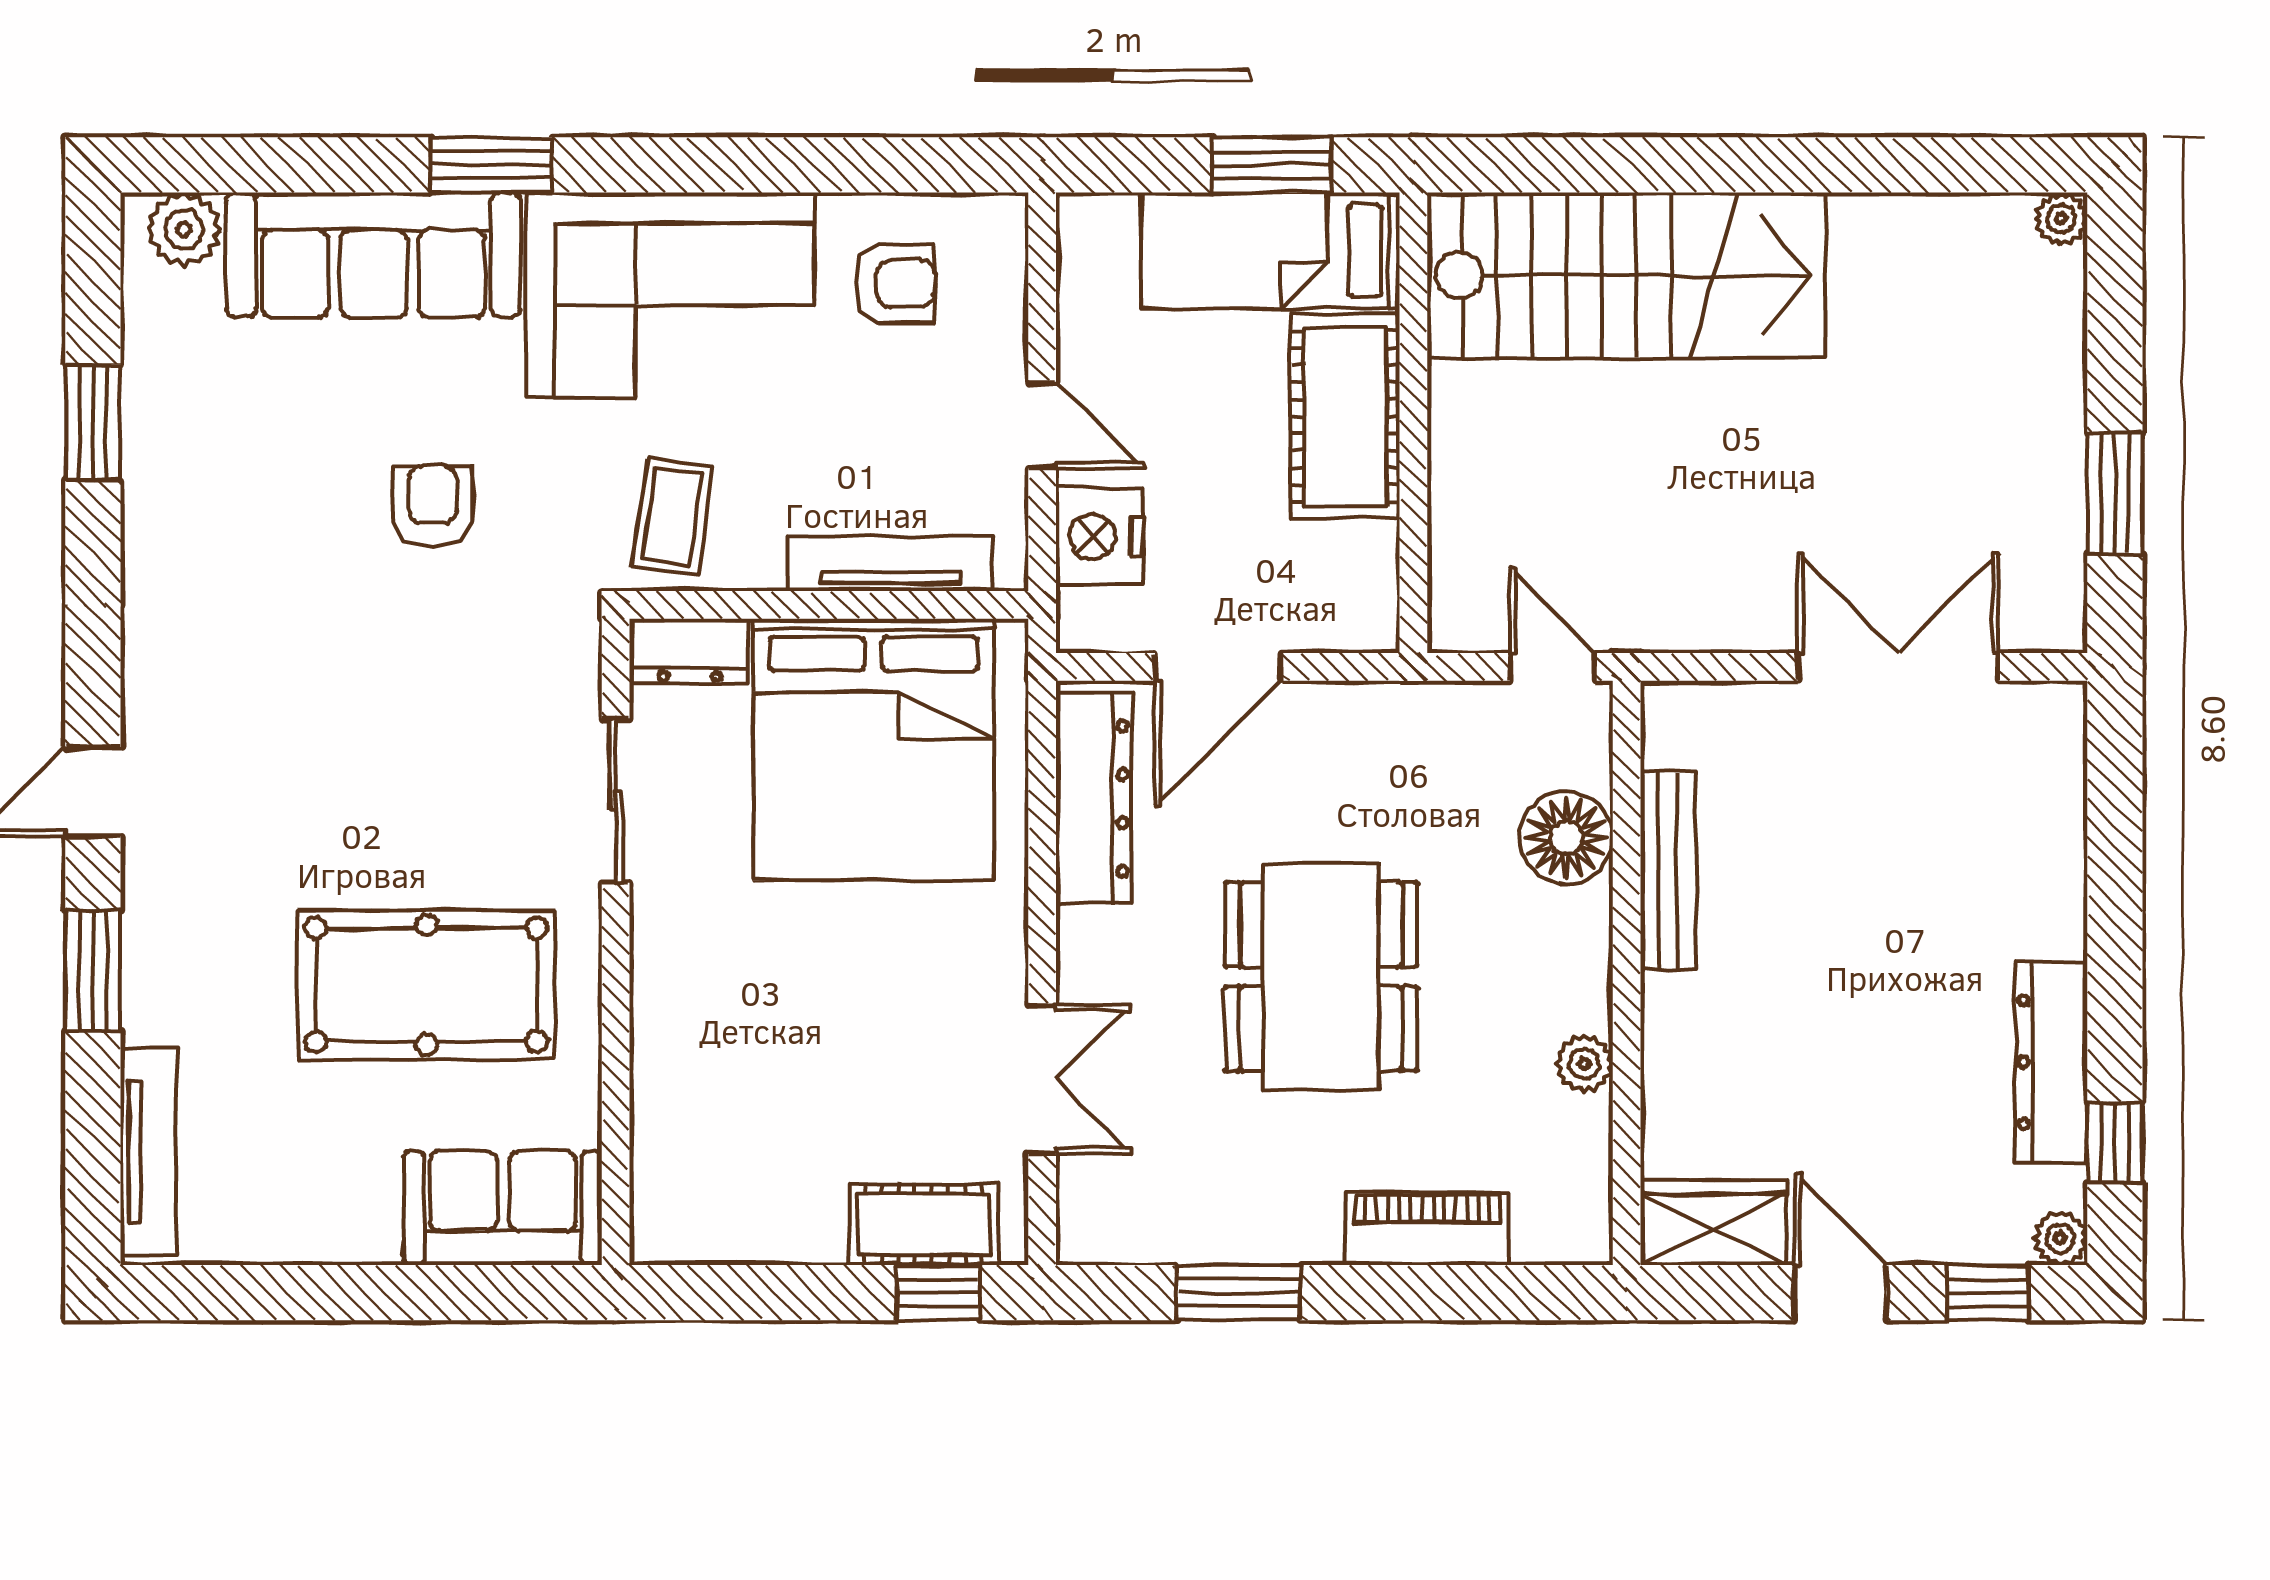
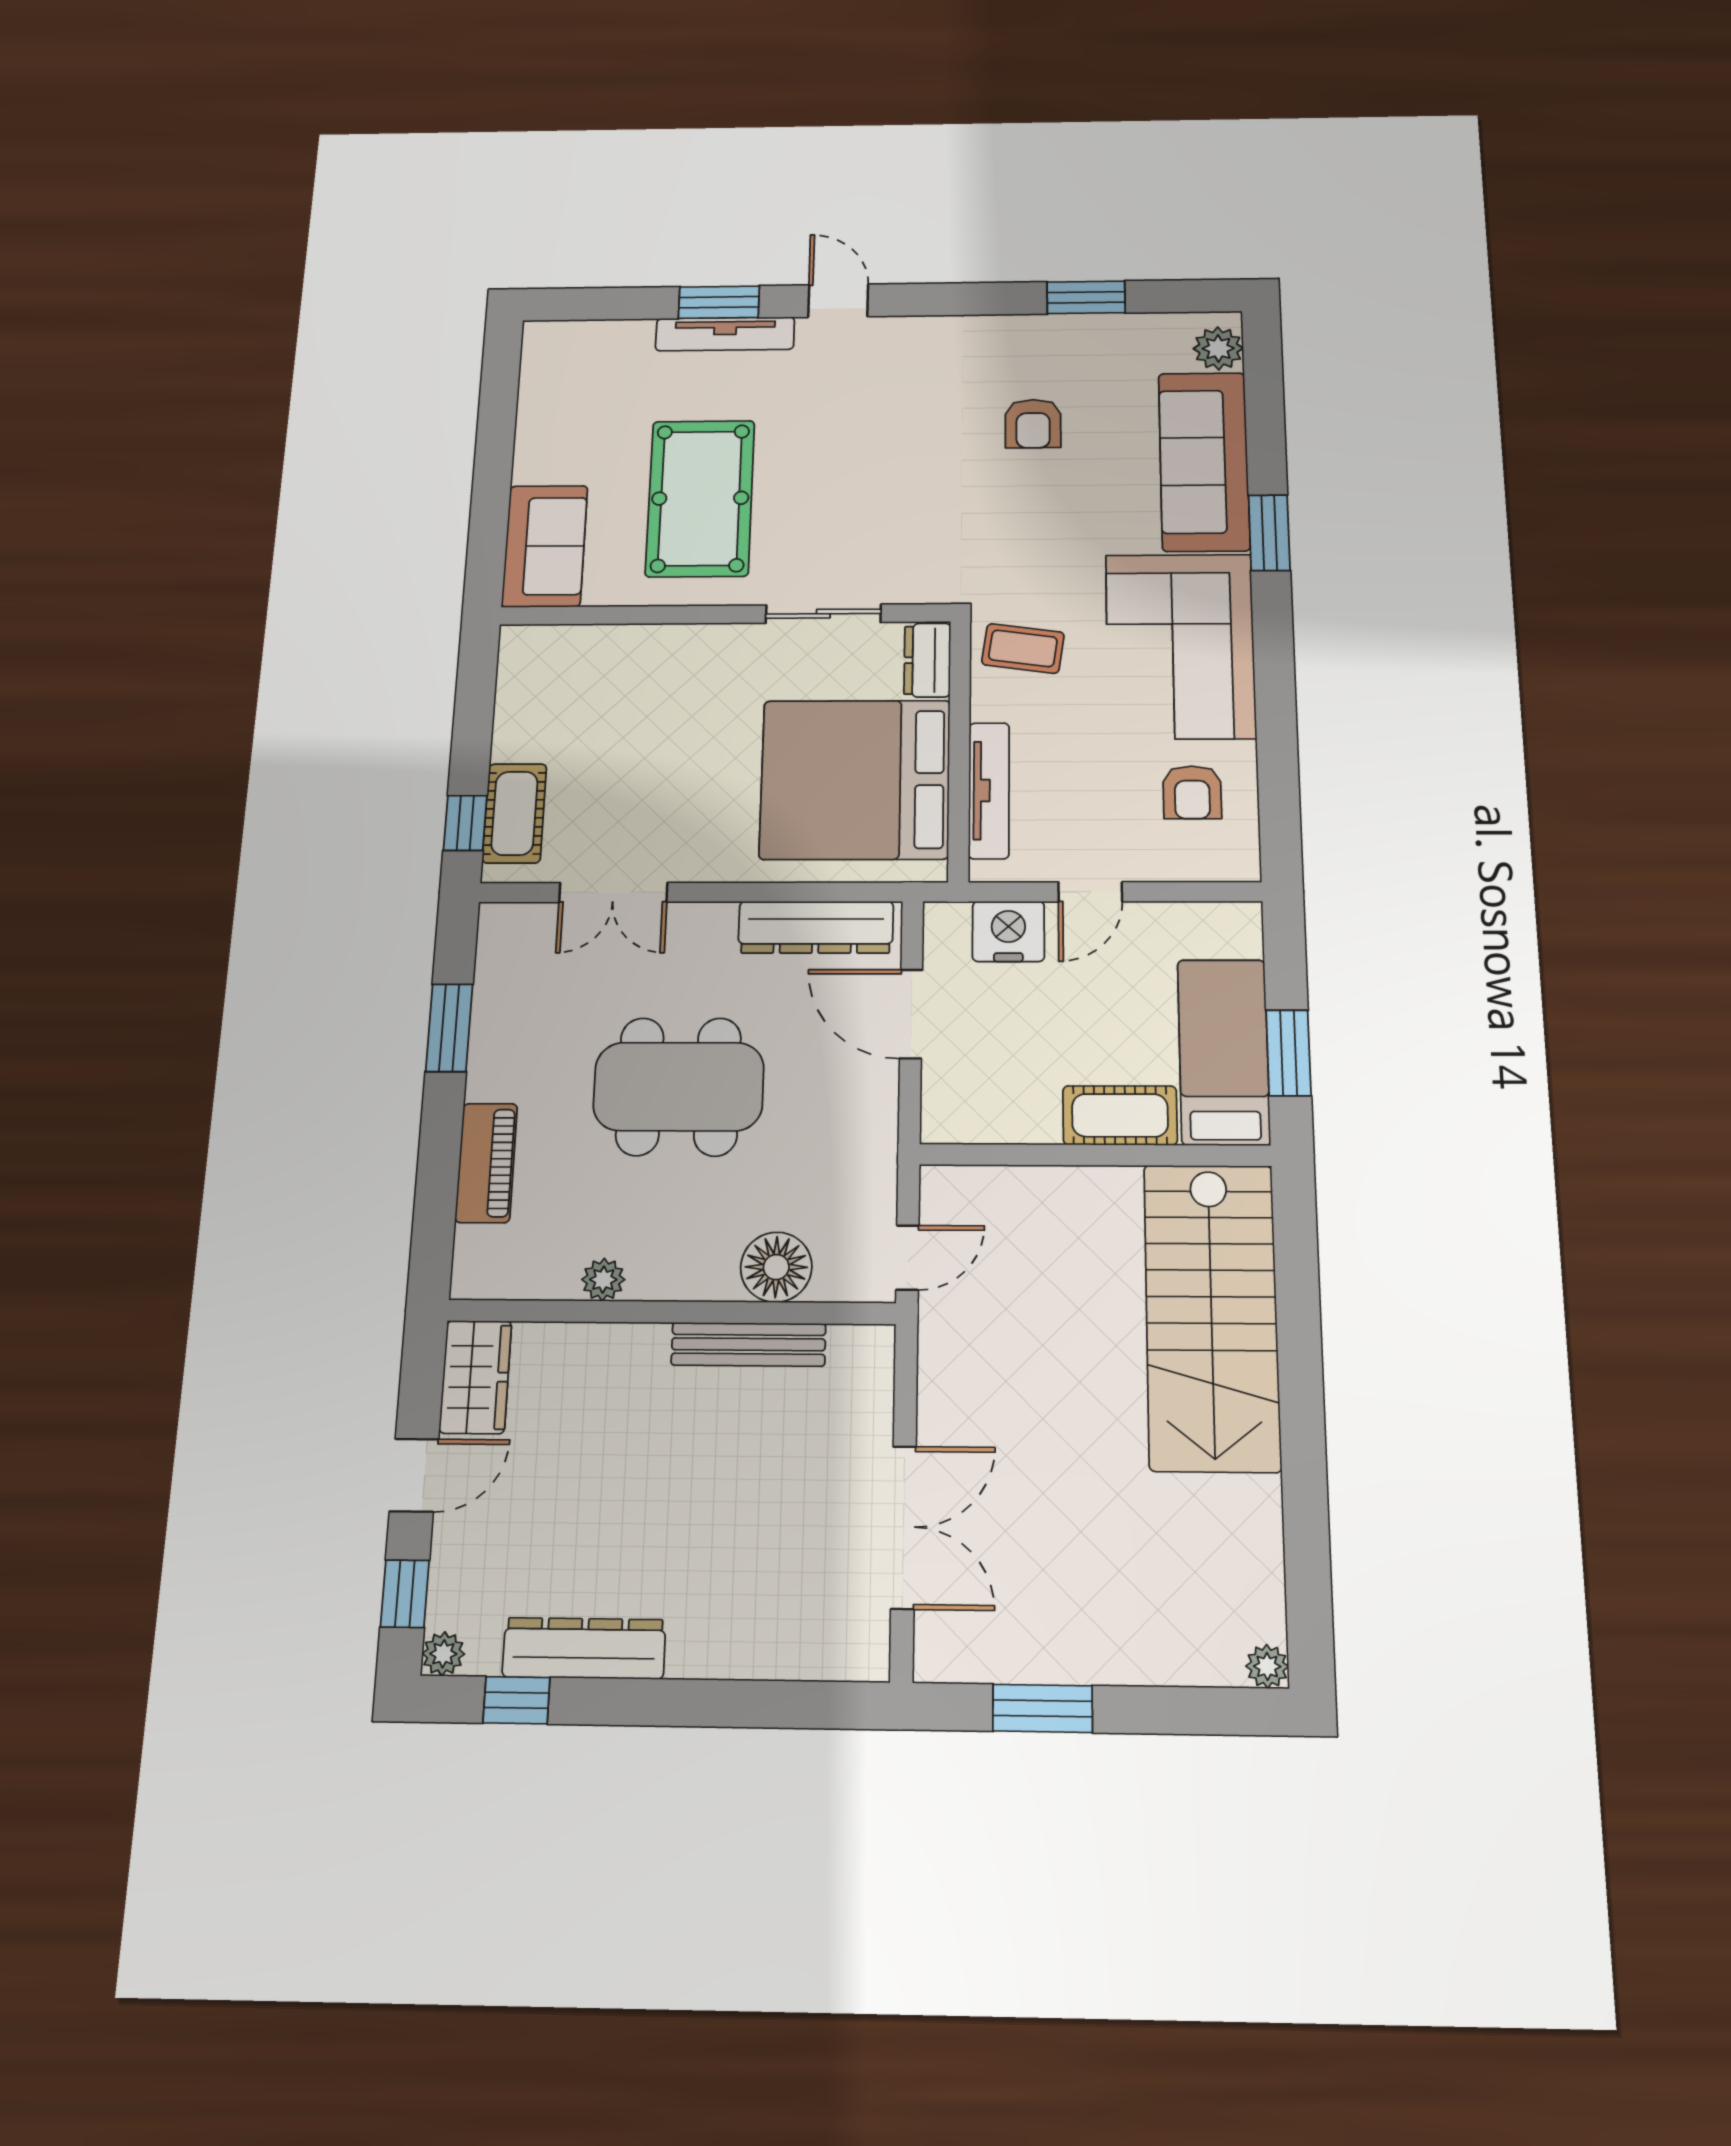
cot: (1345, 417) -> (1120, 1115), width x0.73, depth x0.75
armchair: (433, 506) -> (1033, 424), moved, turned 90
tv unit: (148, 1152) -> (725, 334), moved

